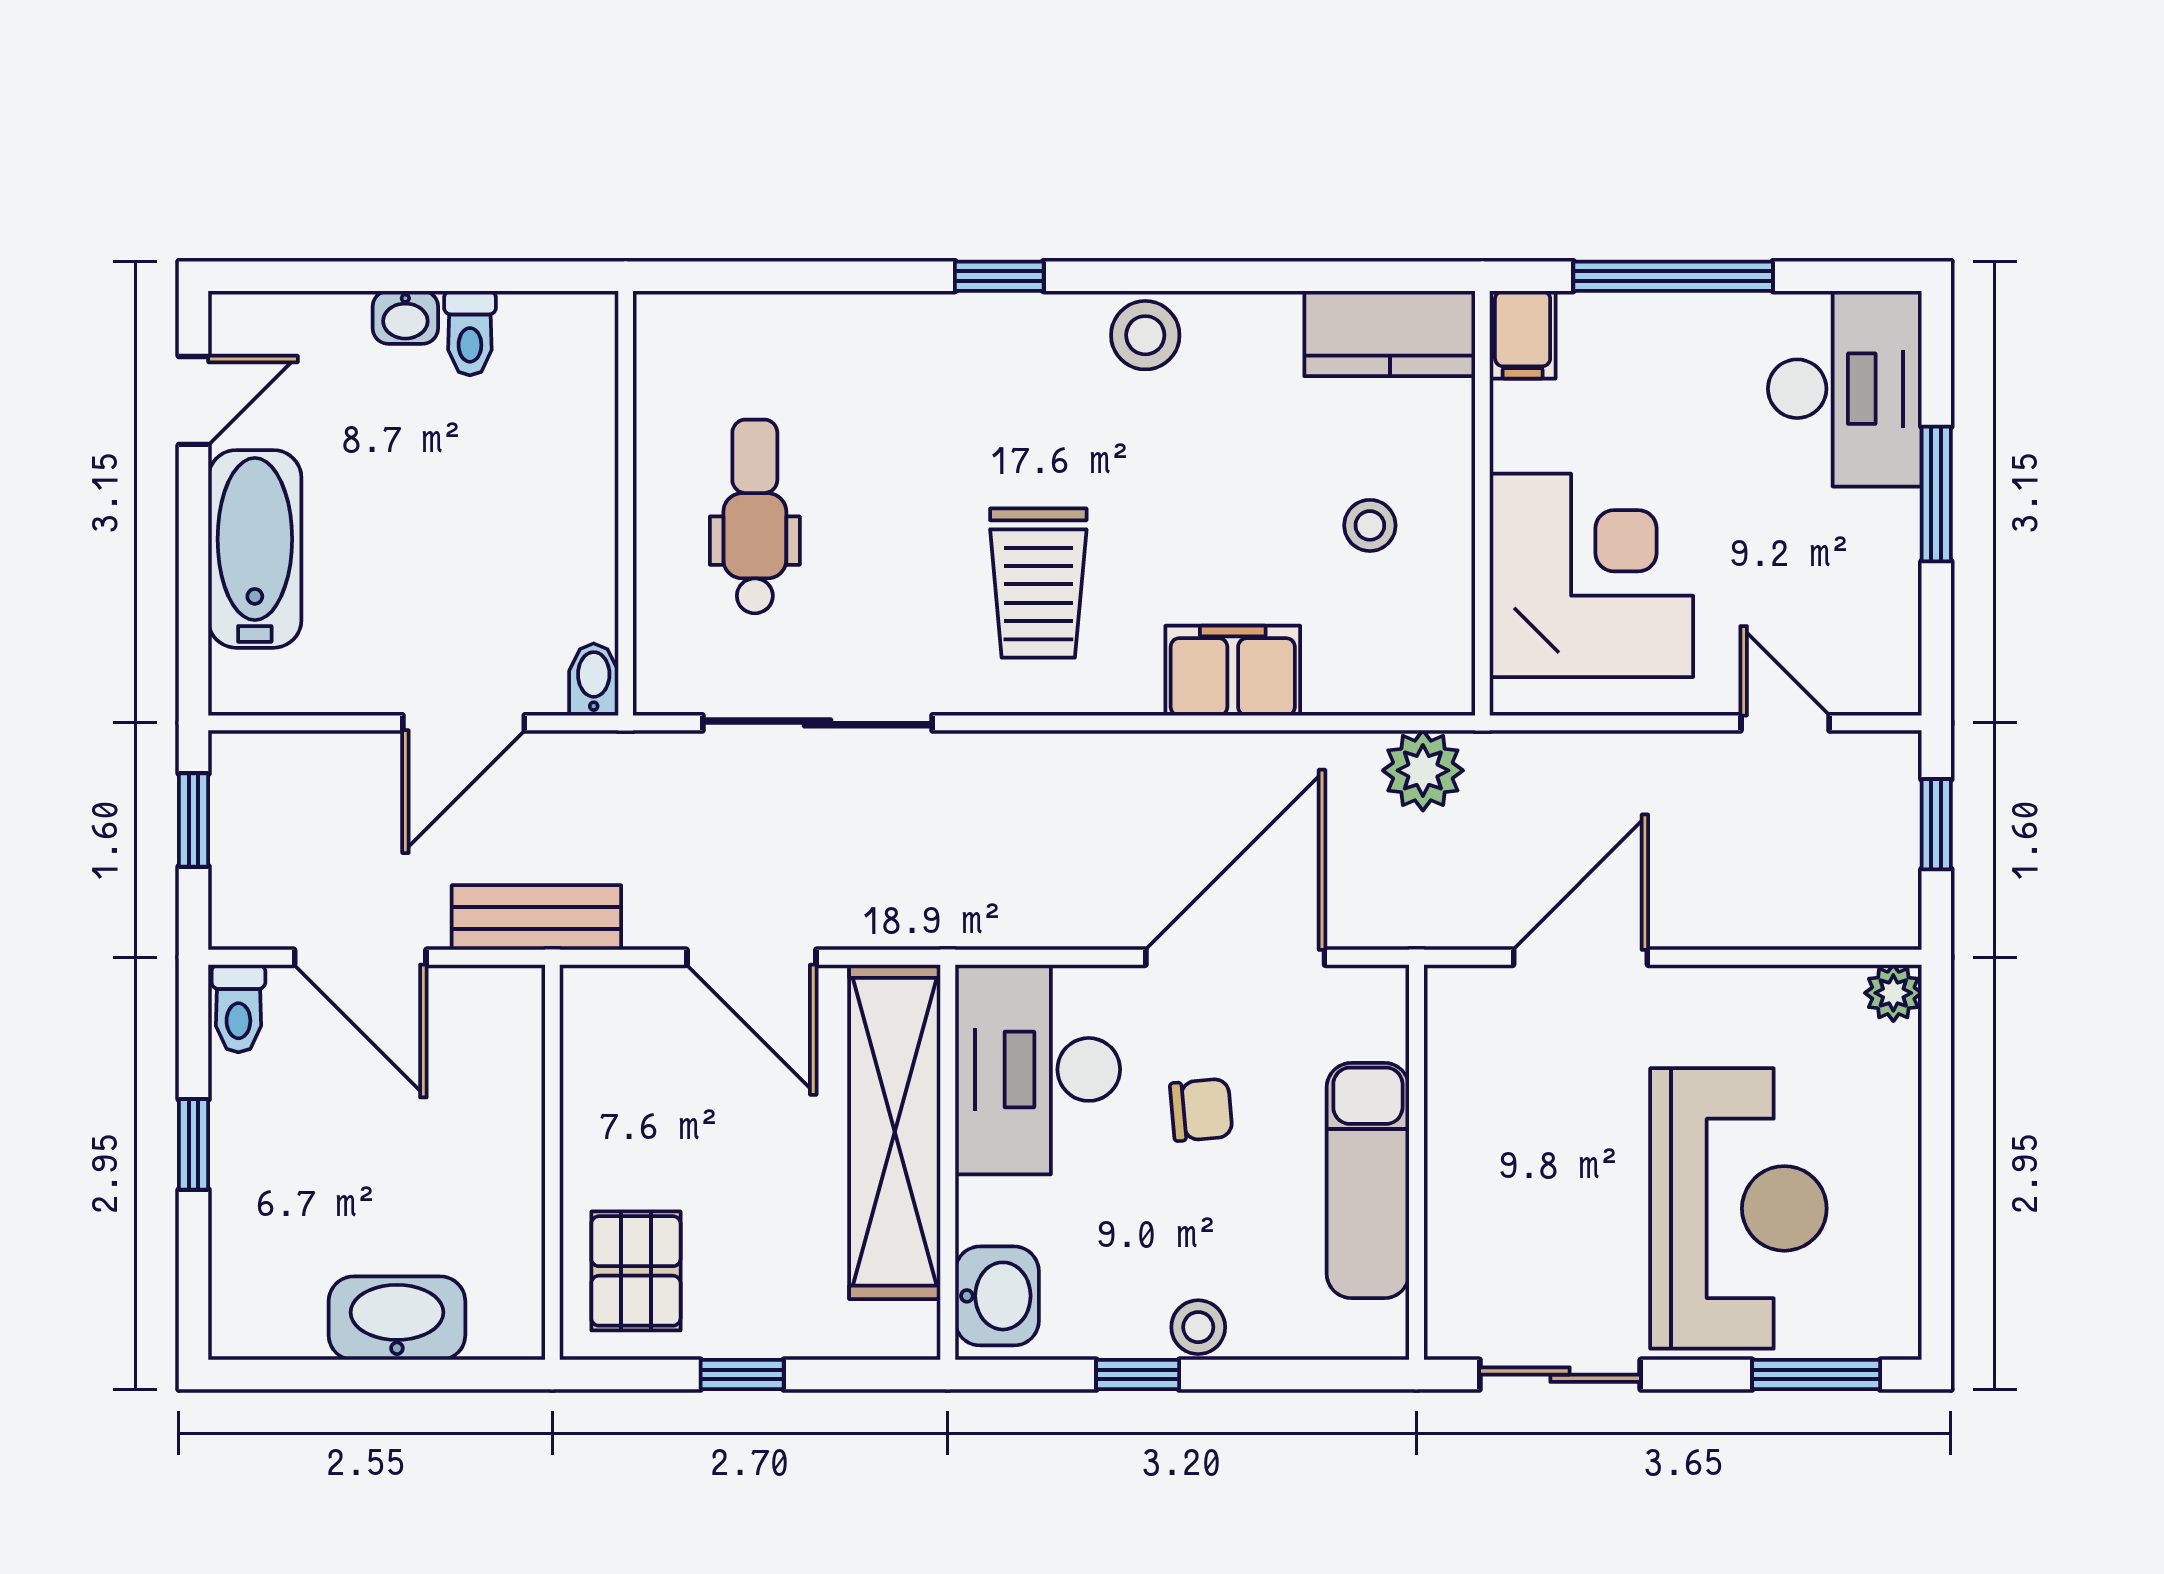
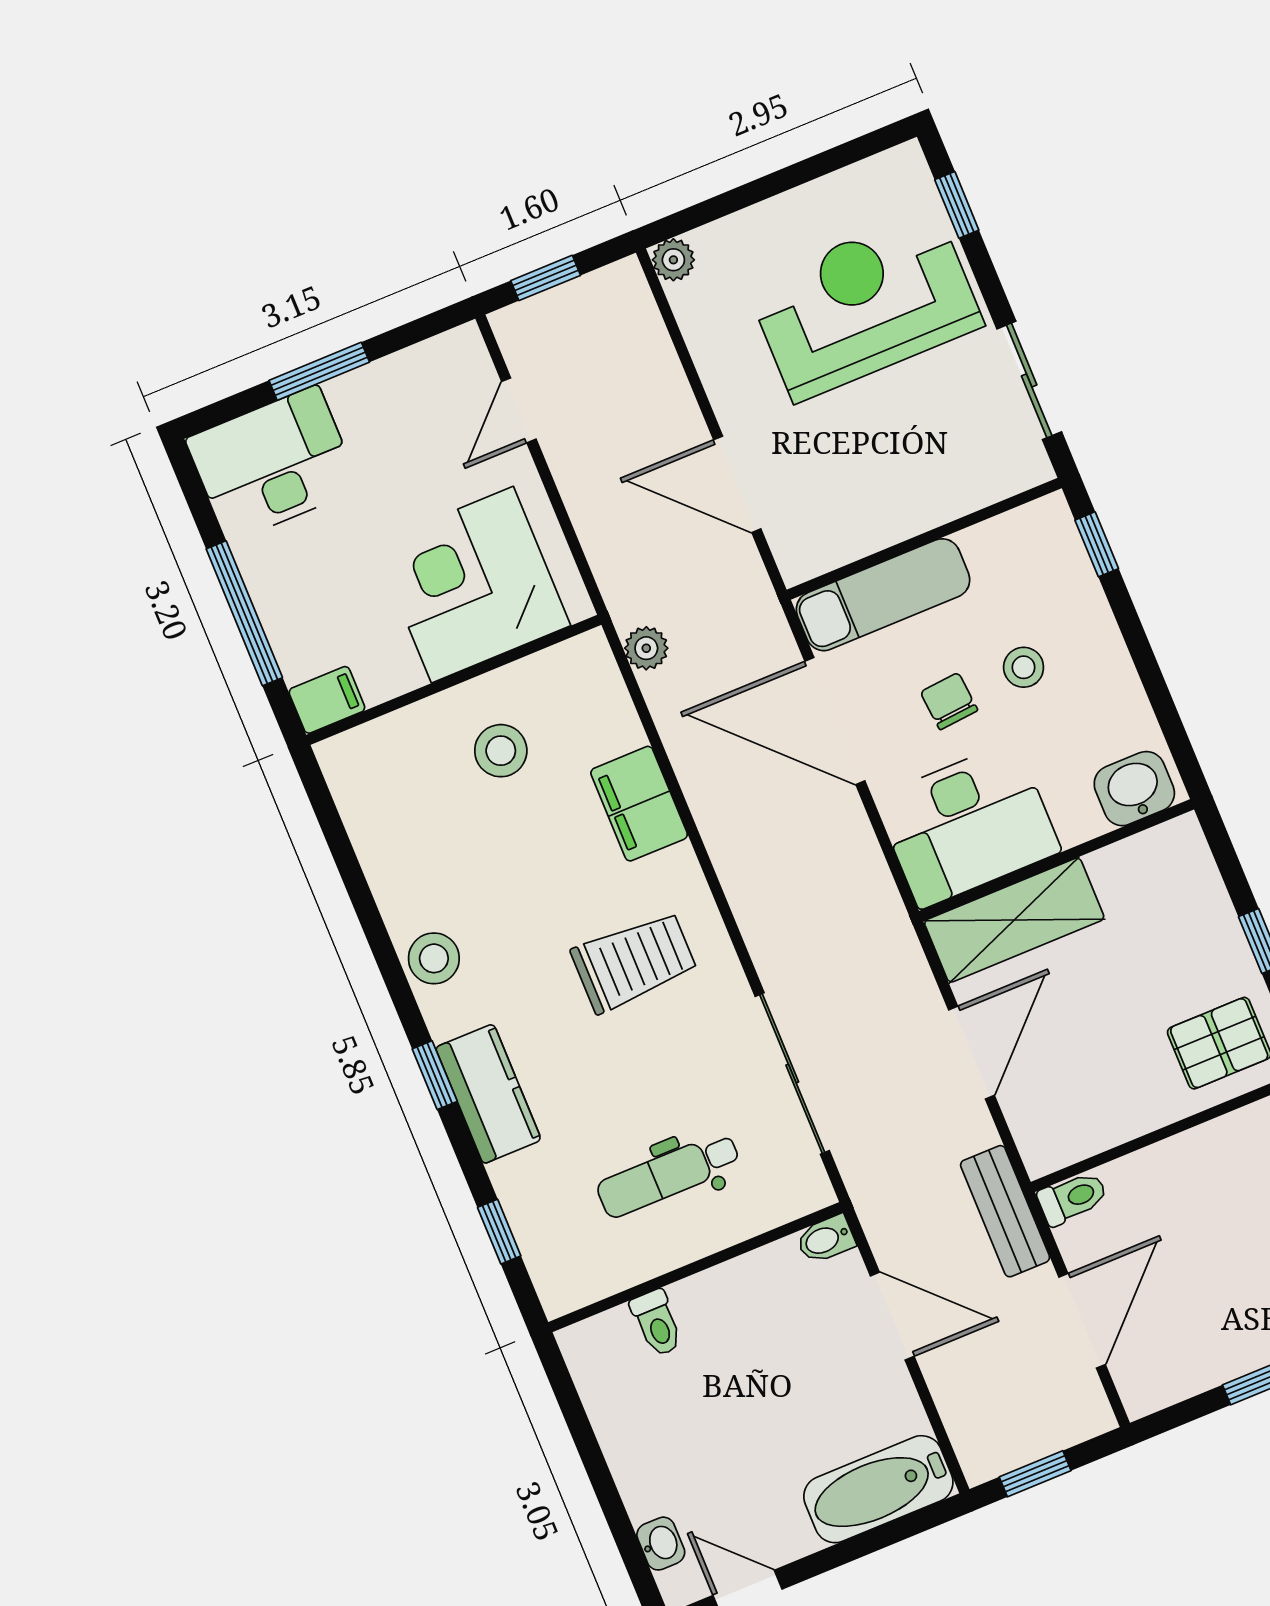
window: (771, 276) -> (499, 1232), added
washbasin: (405, 317) -> (661, 1544), moved
toilet: (470, 333) -> (657, 1323), moved, turned 90
kitchen counter: (1390, 334) -> (488, 1094), moved
stool: (1370, 525) -> (501, 751), width x1.37, depth x1.37
bathtub: (255, 549) -> (878, 1489), moved
plant: (1423, 770) -> (646, 648), width x0.73, depth x0.73
toilet: (238, 1008) -> (1073, 1198), moved
shelving: (895, 1132) -> (1014, 920), width x0.68
exam couch: (1368, 1180) -> (883, 595), moved
stool: (1198, 1327) -> (1024, 667), moved
window: (1138, 1375) -> (1097, 544), moved
window: (1816, 1375) -> (957, 205), width x0.67

